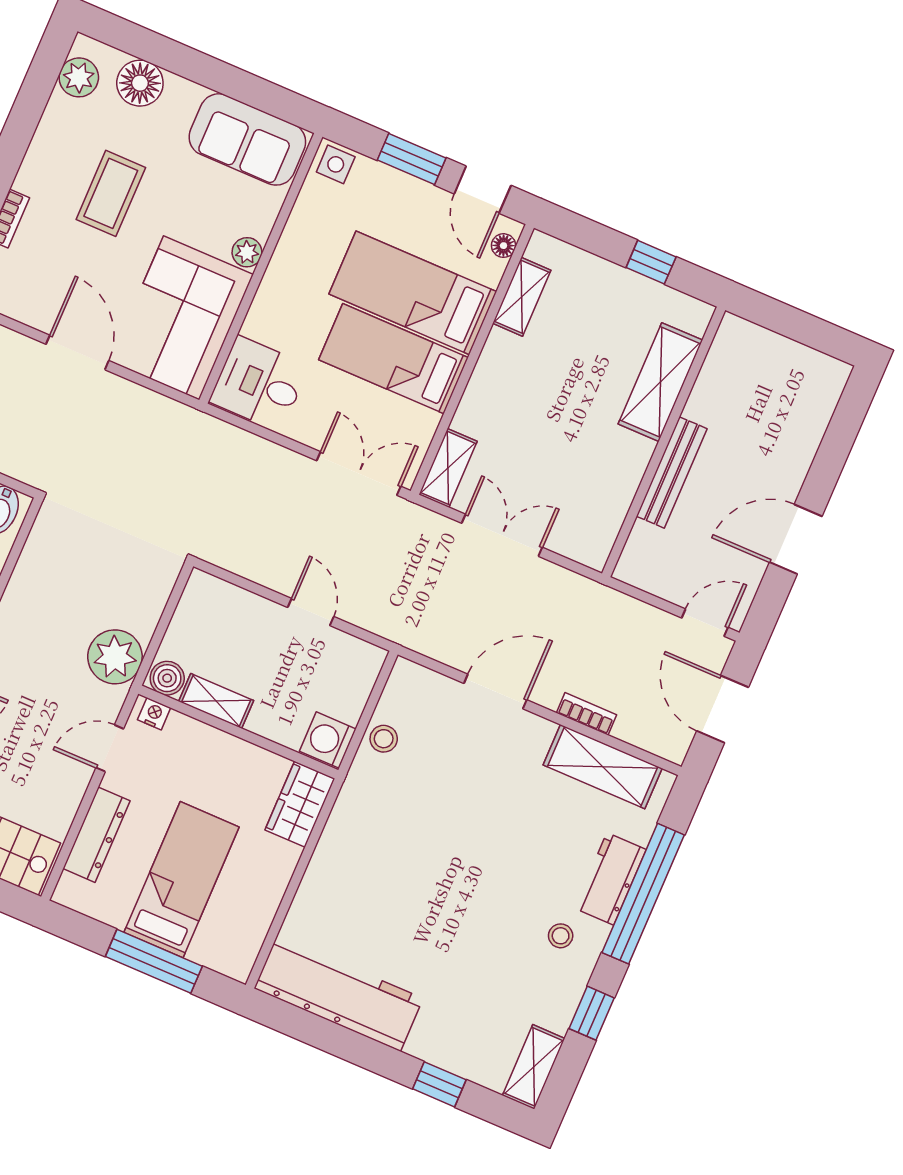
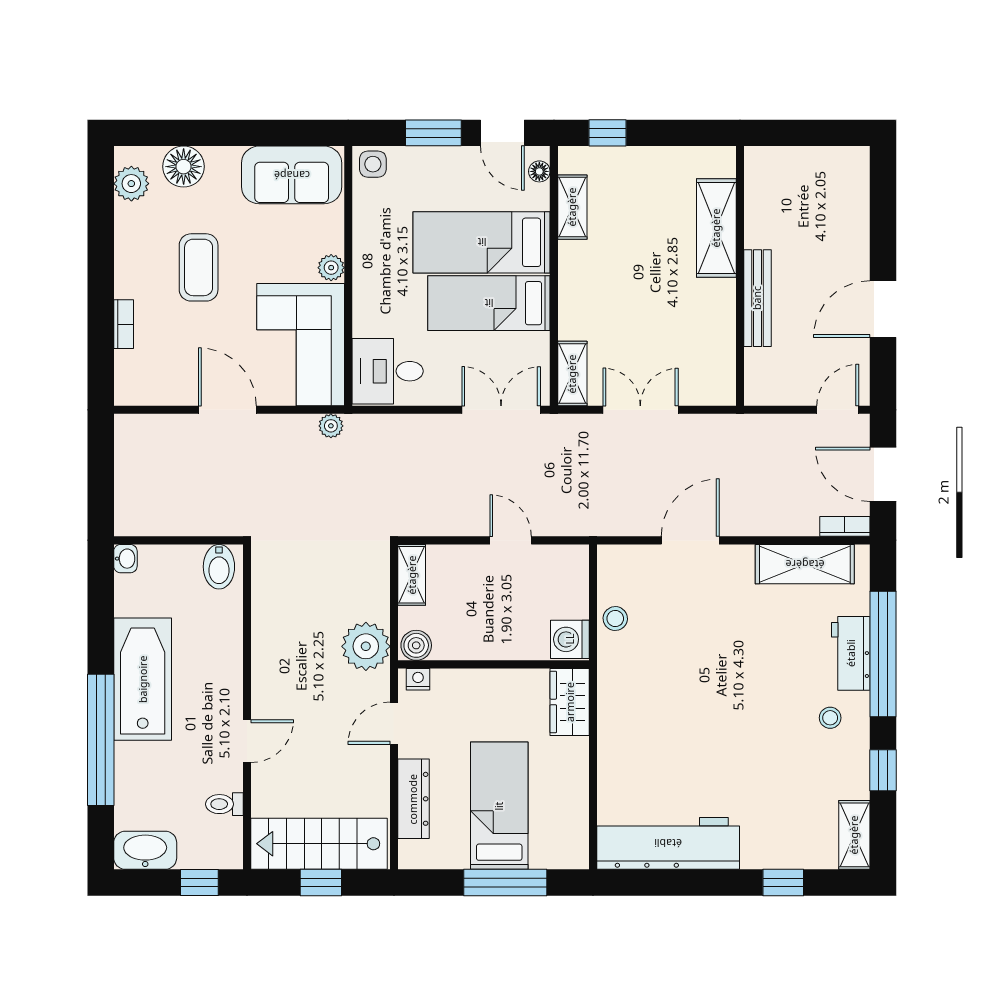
window: (651, 262) -> (607, 133), moved
plant: (177, 415) -> (331, 426), added
shelving: (216, 701) -> (412, 575), moved, turned 90
bookcase: (587, 714) -> (845, 526), moved

